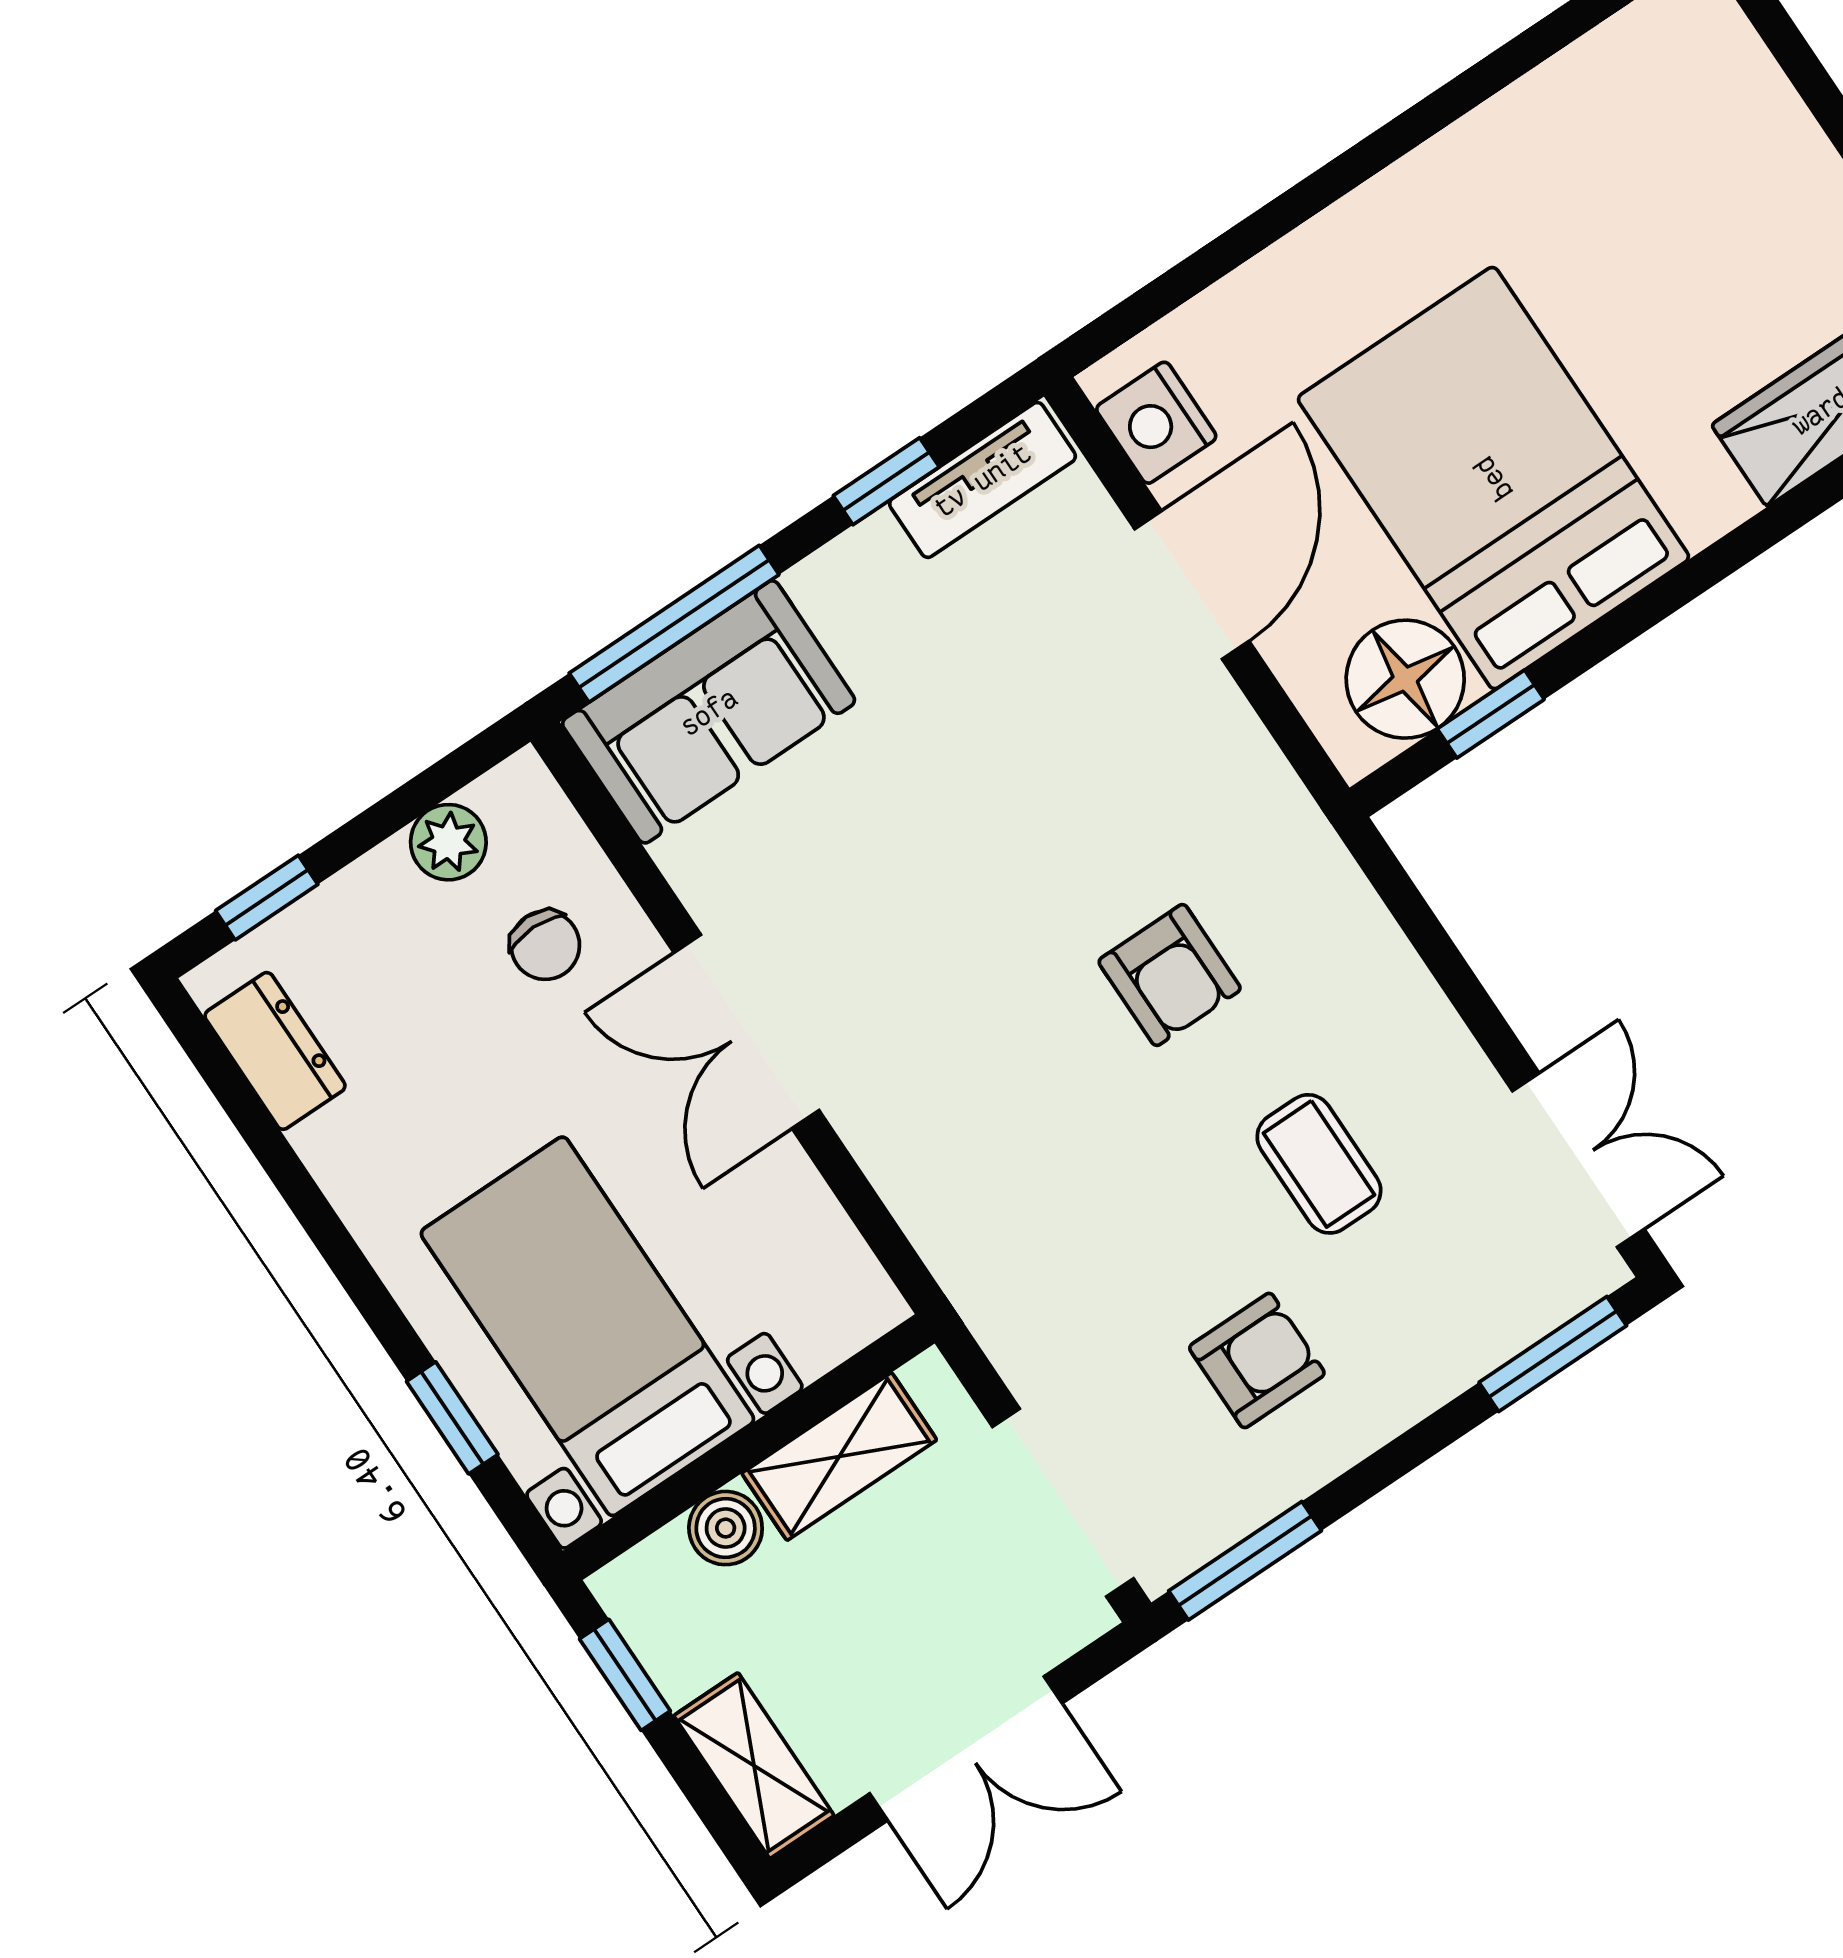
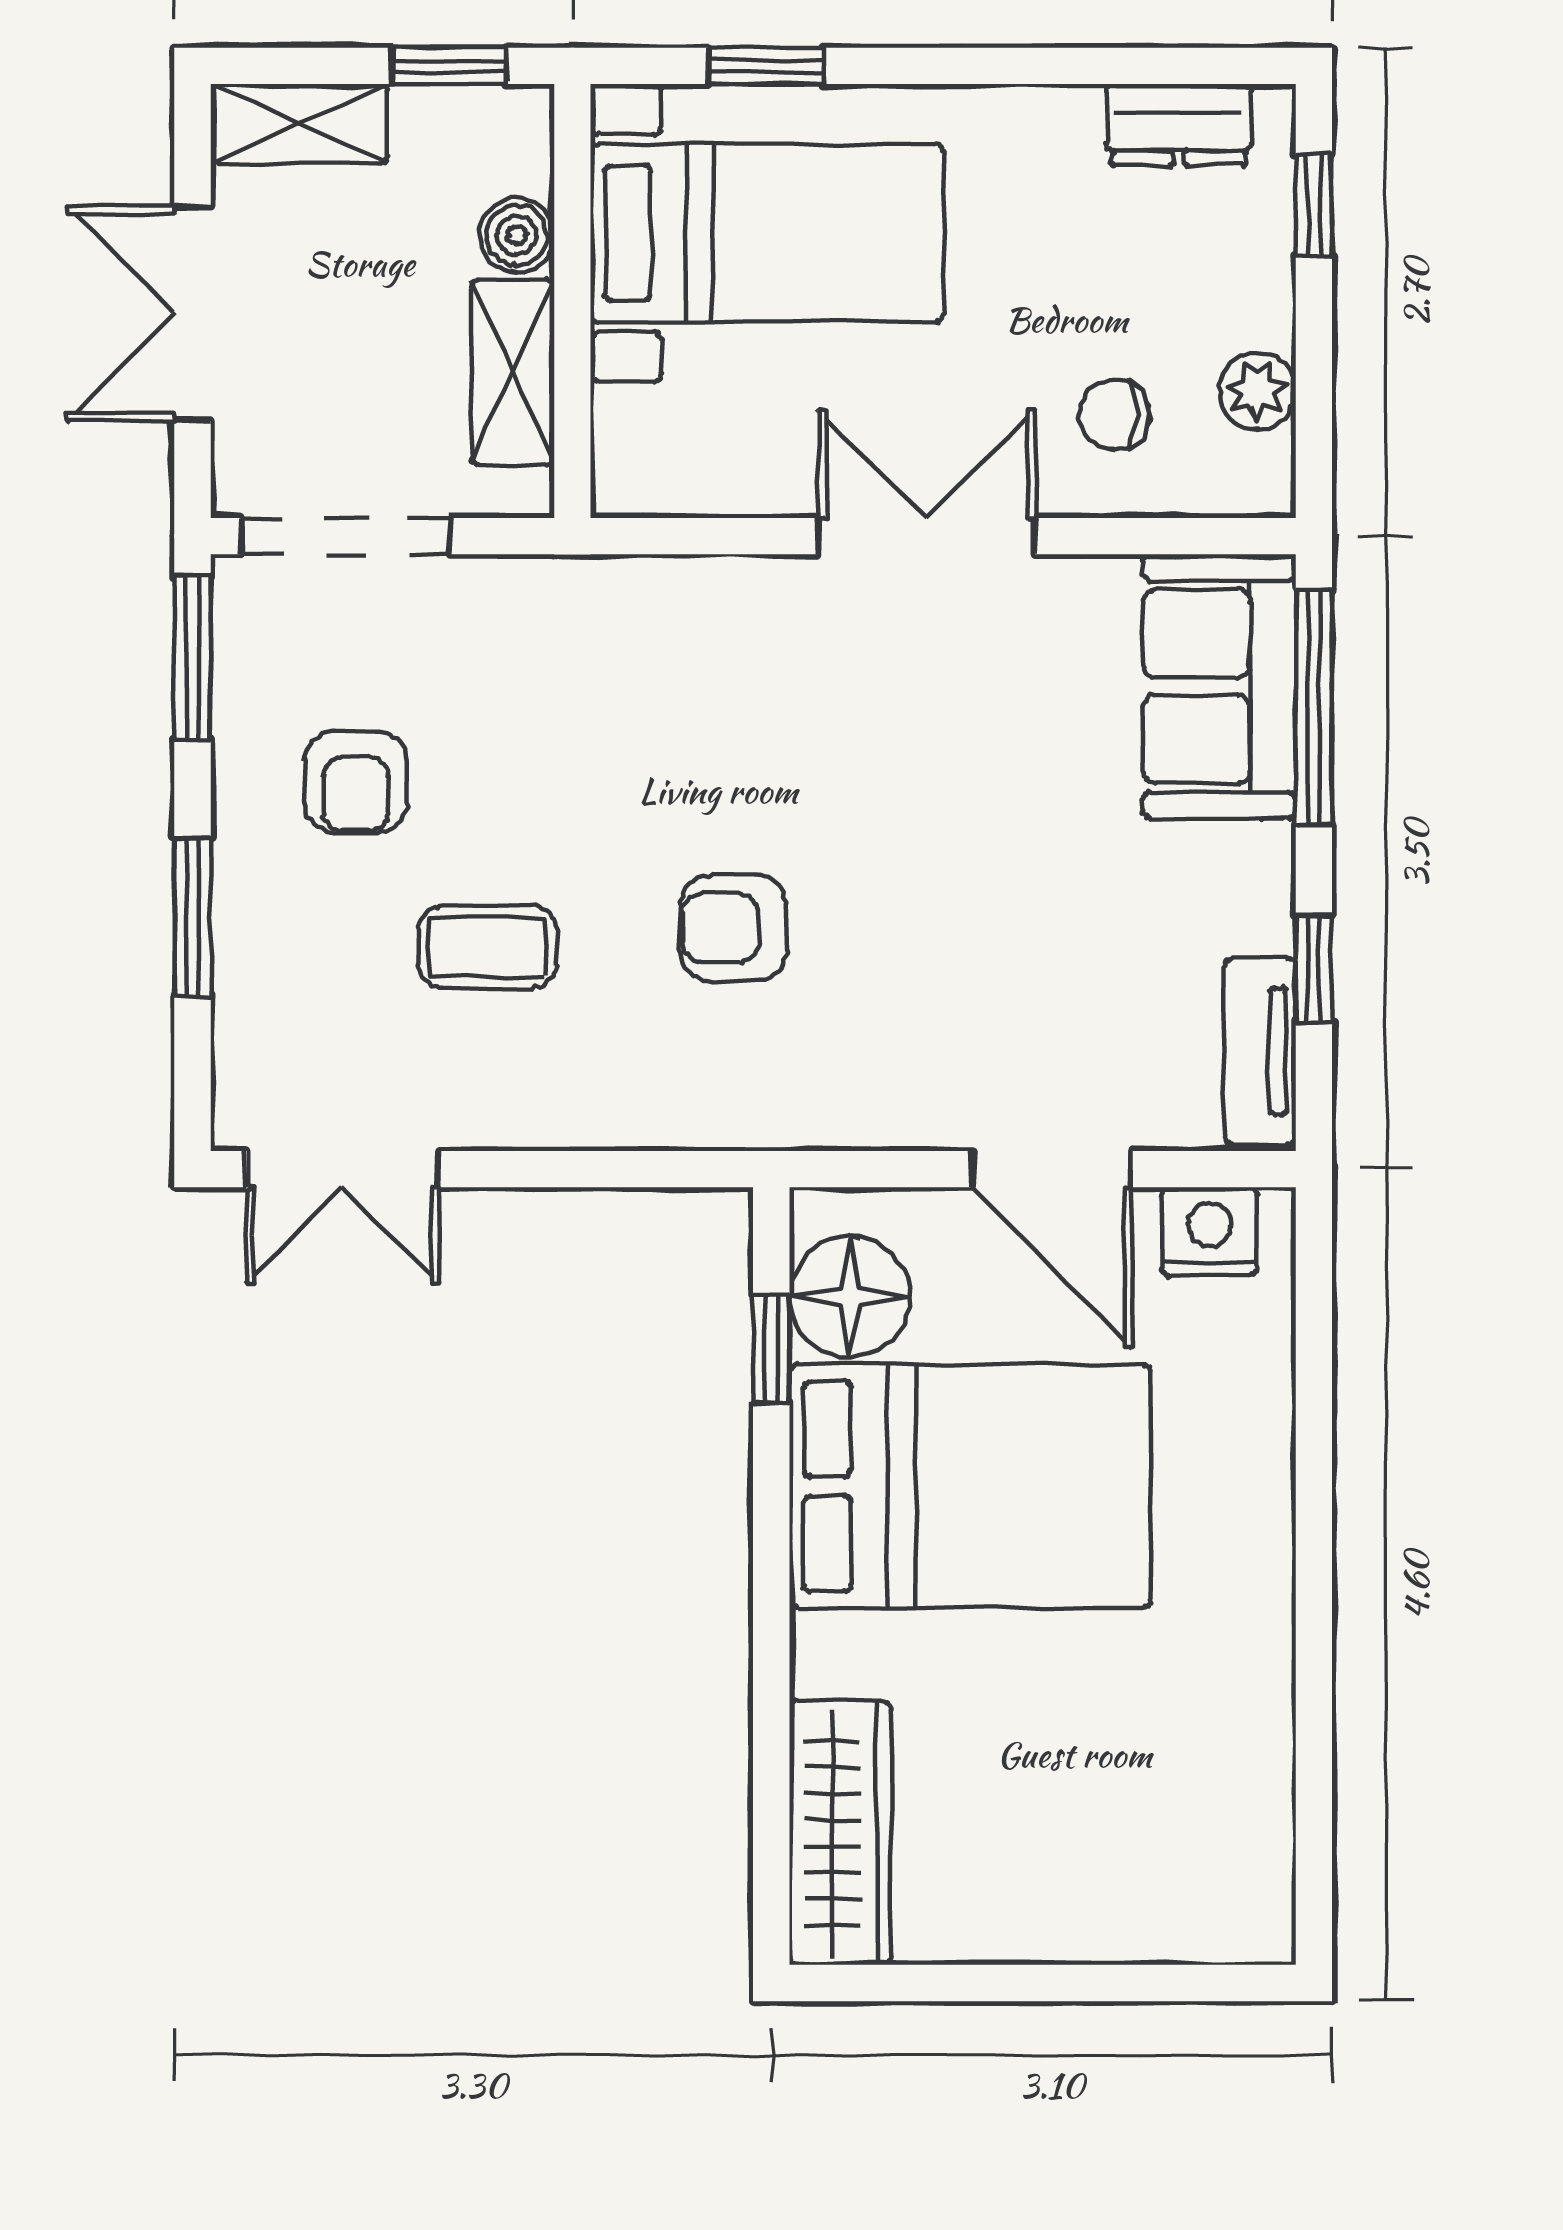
window: (1553, 1354) -> (193, 917), moved

